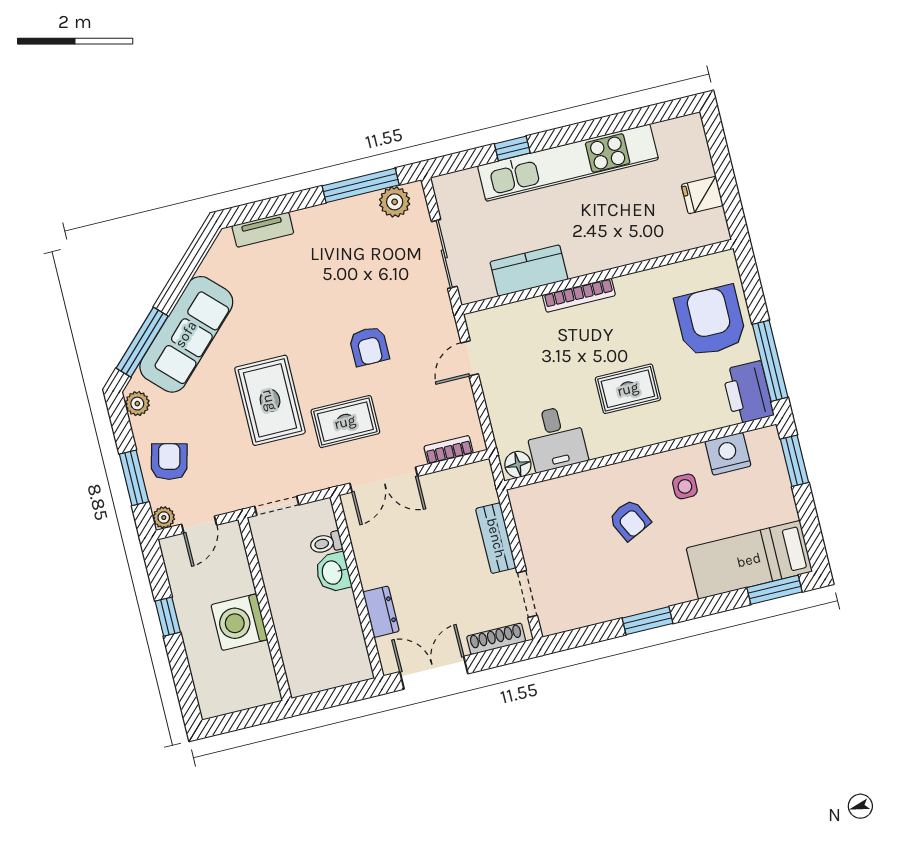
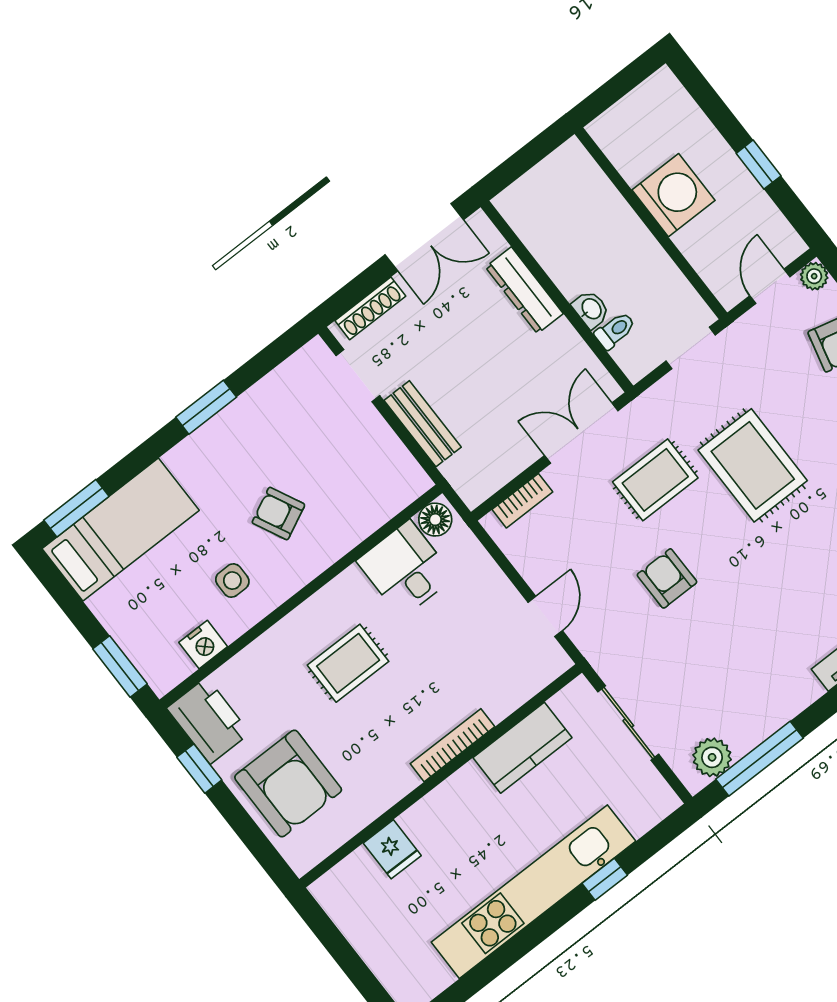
fridge: (702, 195) -> (392, 849), moved, turned 90
window: (770, 361) -> (199, 769), width x0.46
nightstand: (728, 454) -> (203, 644), width x0.74, depth x0.75
washbasin: (333, 572) -> (591, 309), width x0.72, depth x0.69
dresser: (381, 612) -> (524, 290), width x1.44

